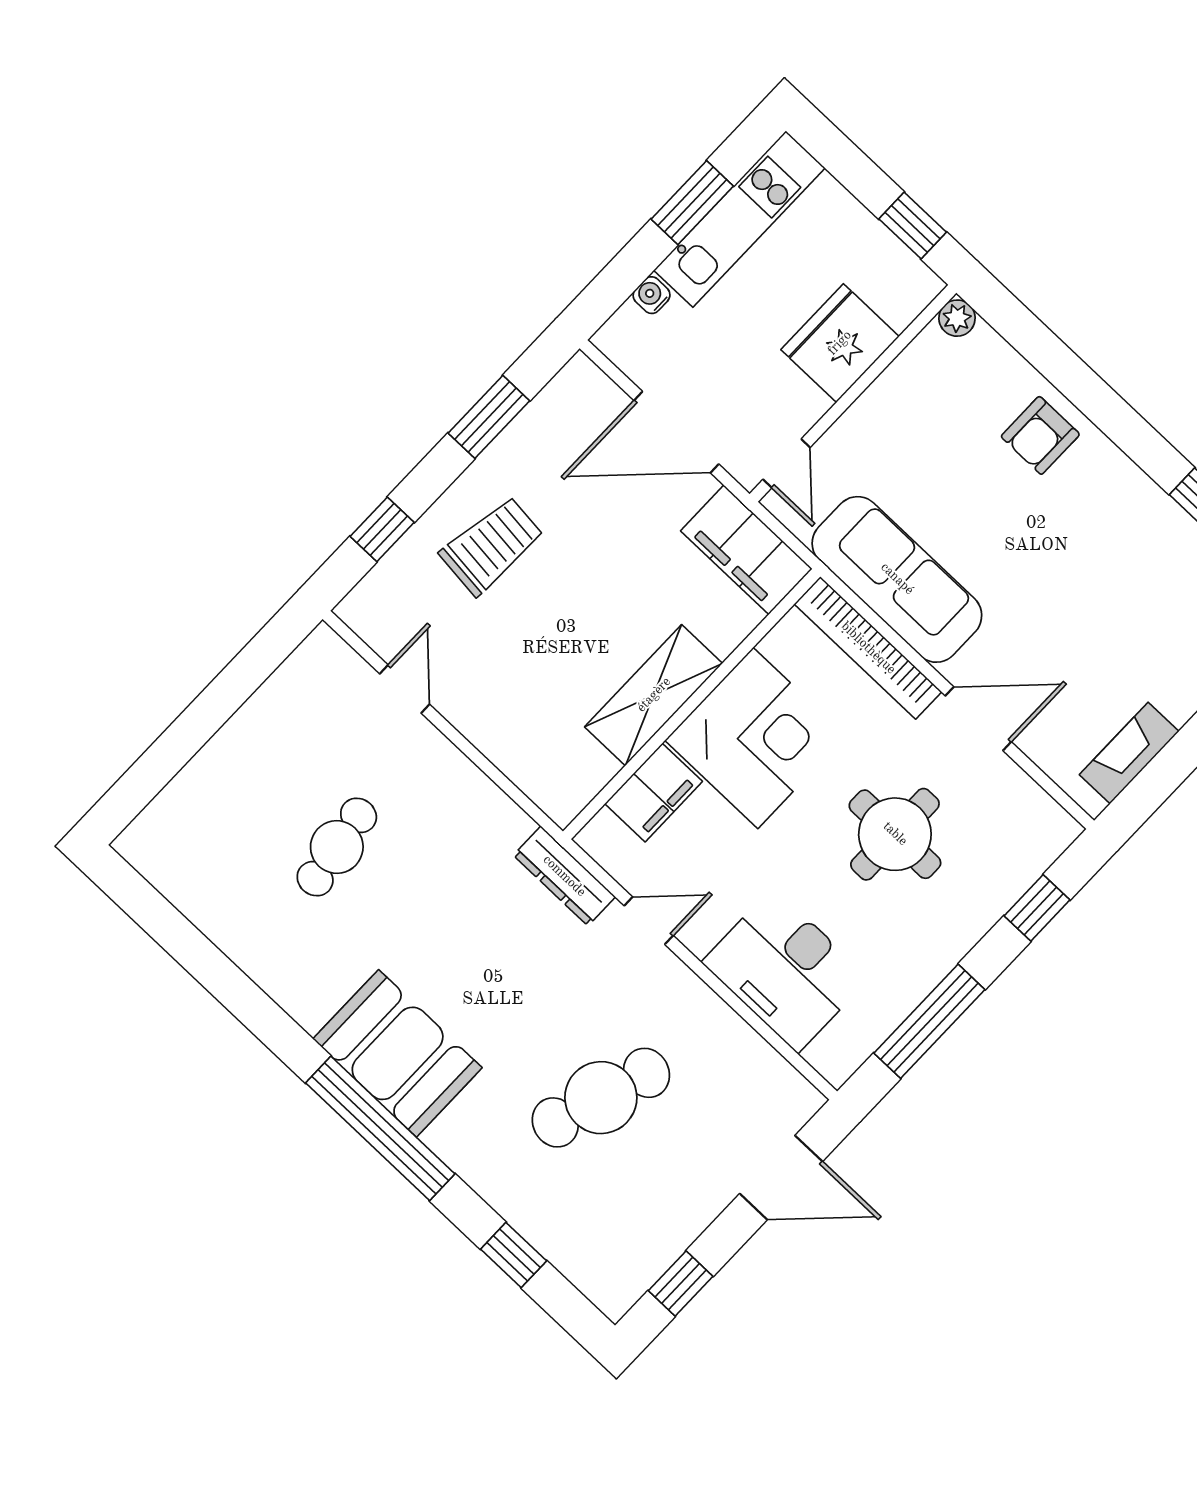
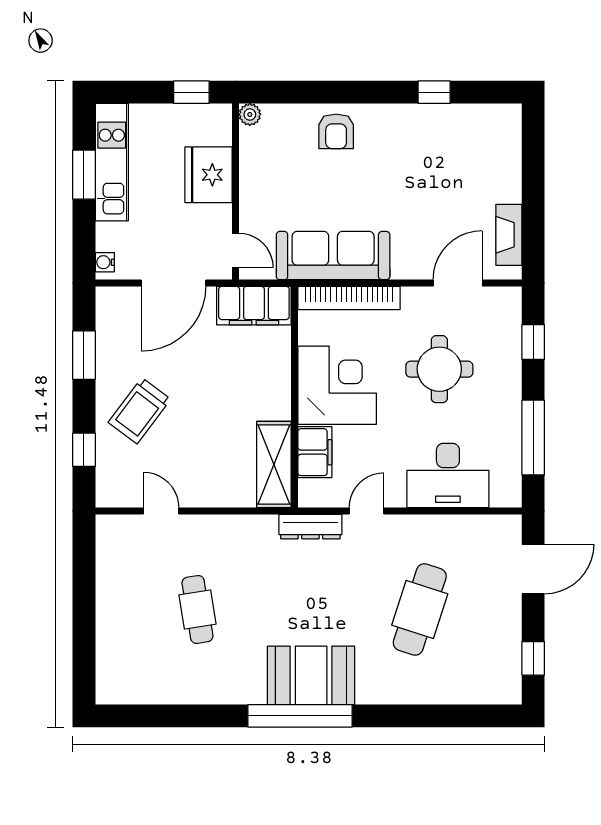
water cooler: (652, 295) -> (105, 262), moved
trolley: (492, 546) -> (139, 411), turned -149
shelving: (654, 695) -> (274, 464), moved
door: (978, 719) -> (458, 283), moved
window: (380, 1128) -> (300, 716), moved
window: (514, 1255) -> (447, 716), removed

